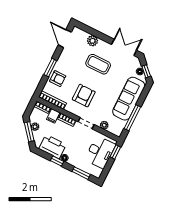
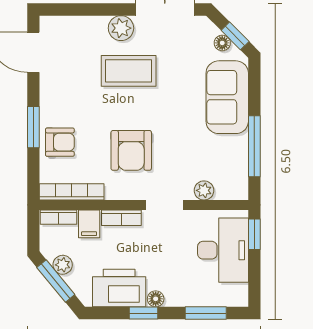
plant: (92, 41) -> (121, 28), moved
armchair: (84, 96) -> (131, 150), turned 180
sofa: (129, 99) -> (227, 97), width x0.73

